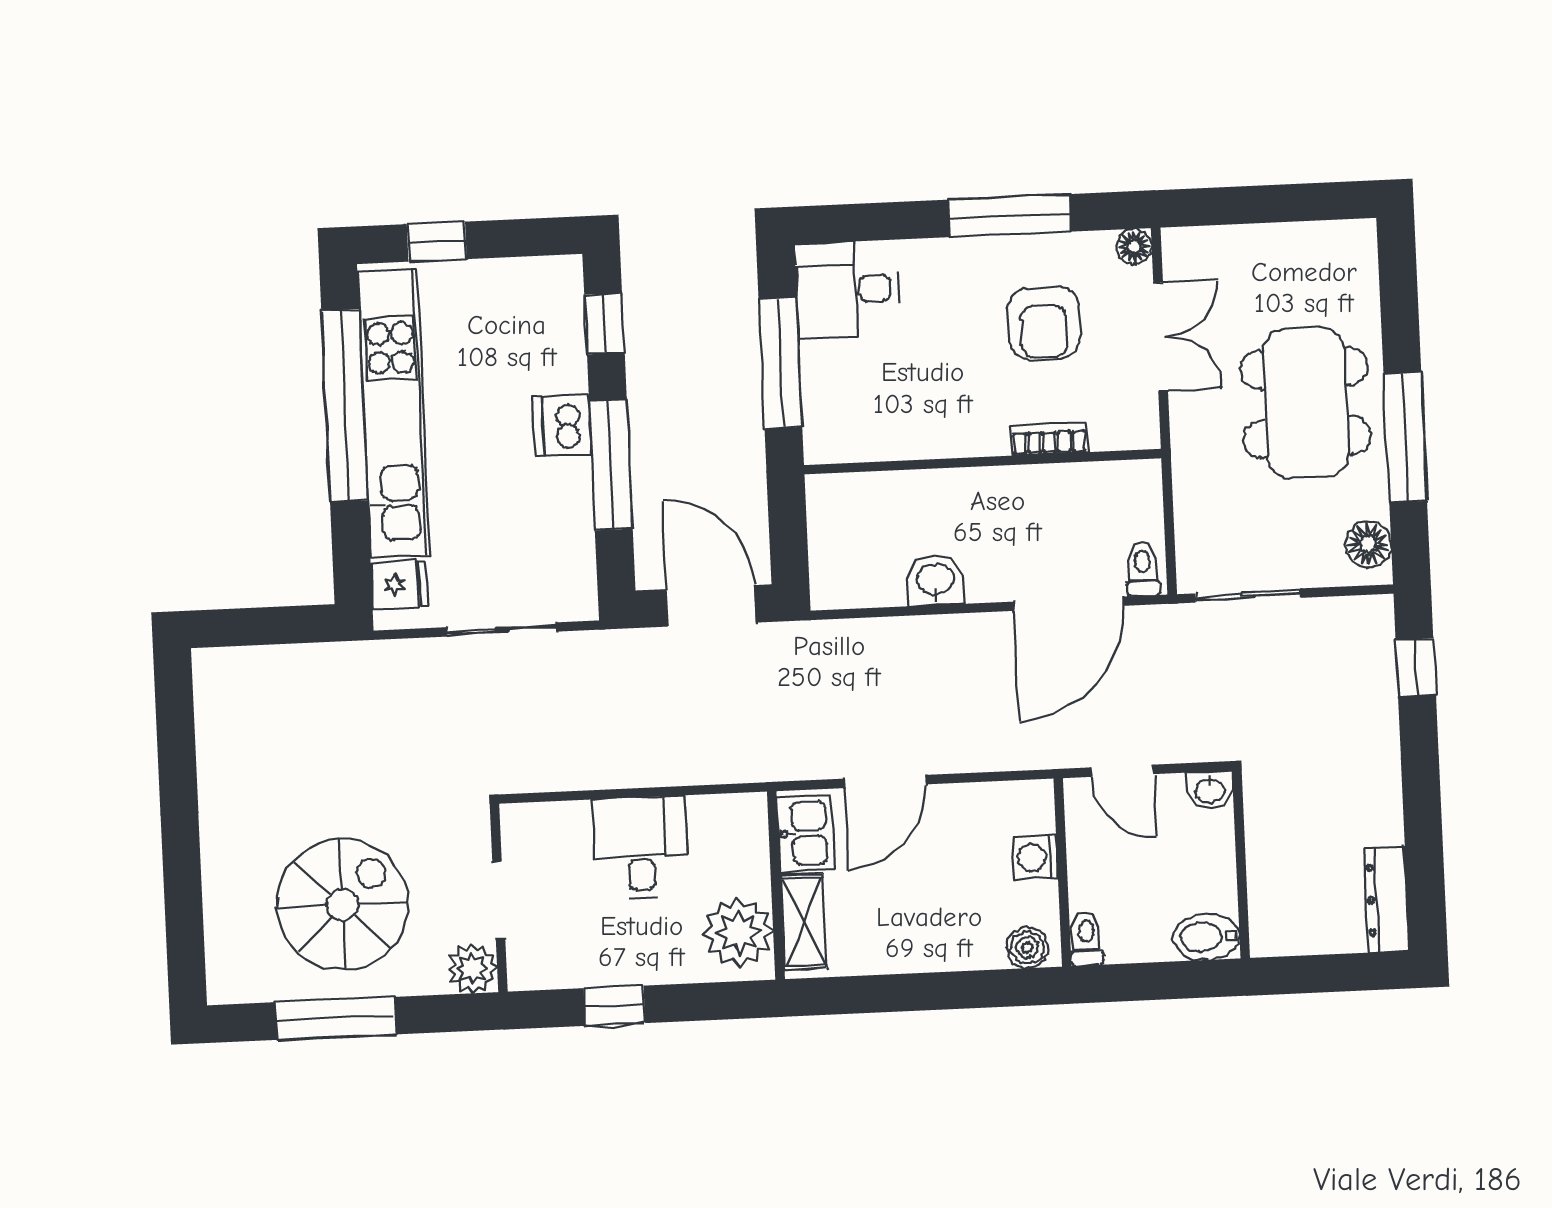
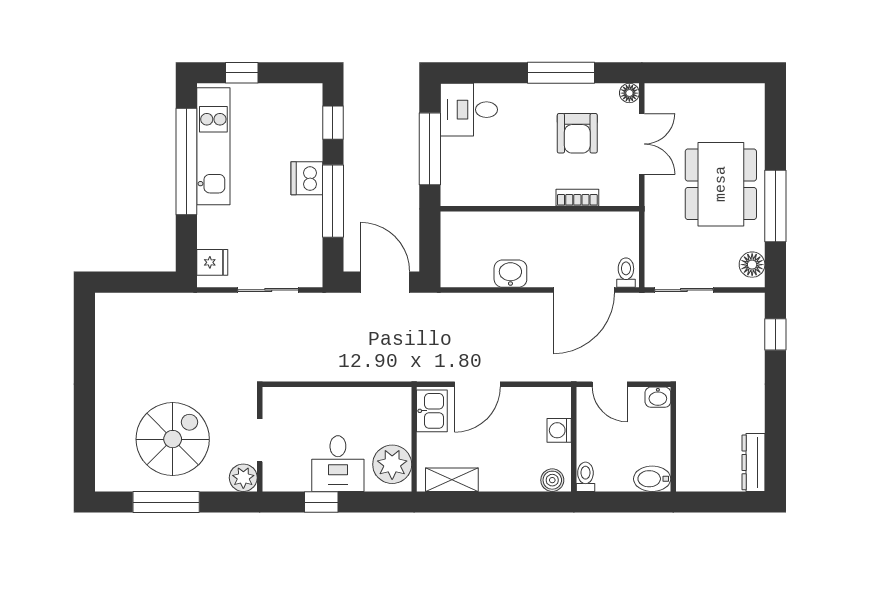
kitchen unit: (393, 414) -> (213, 146), width x0.73
desk: (641, 848) -> (338, 464), moved, turned 180
shelving: (803, 922) -> (452, 480), moved, turned 90

